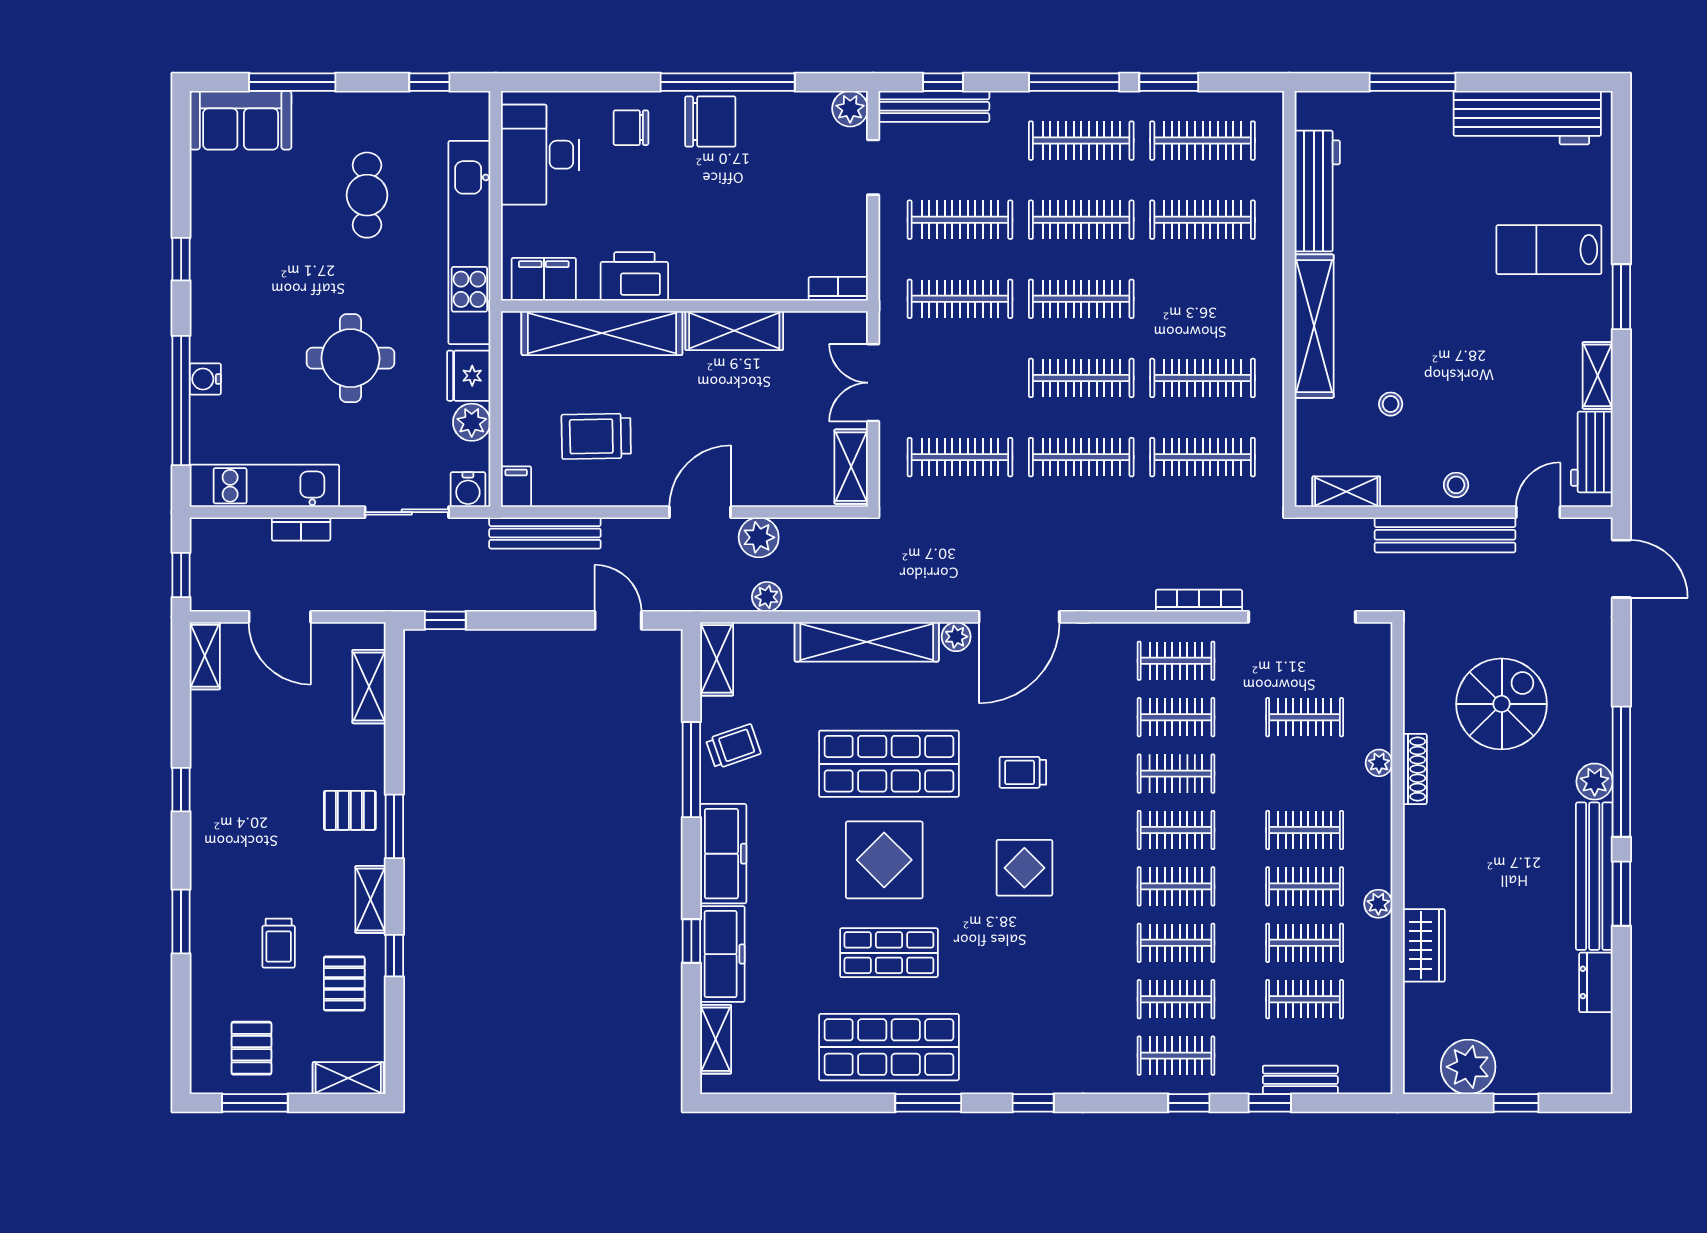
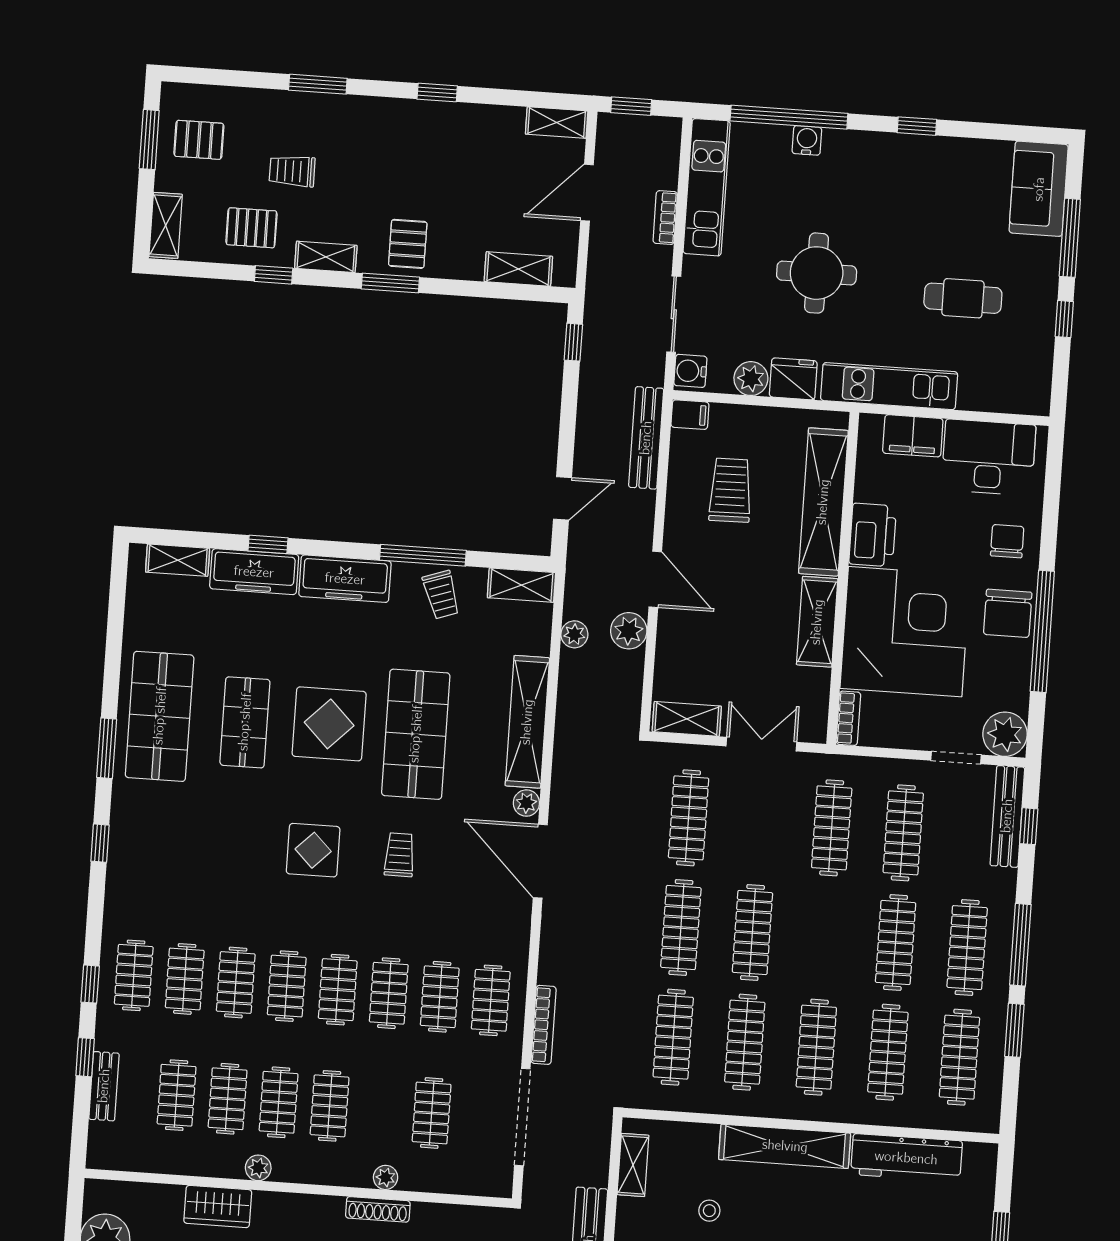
window: (429, 82) -> (1064, 319), moved
plant: (850, 109) -> (1005, 734), width x1.36, depth x1.36
corner desk: (738, 233) -> (905, 632), added
kitchen unit: (469, 242) -> (889, 386), width x0.73
filing cabinet: (544, 279) -> (913, 436), moved, turned 90
clothes rail: (1081, 299) -> (816, 1047), moved

